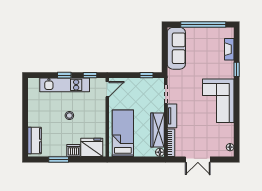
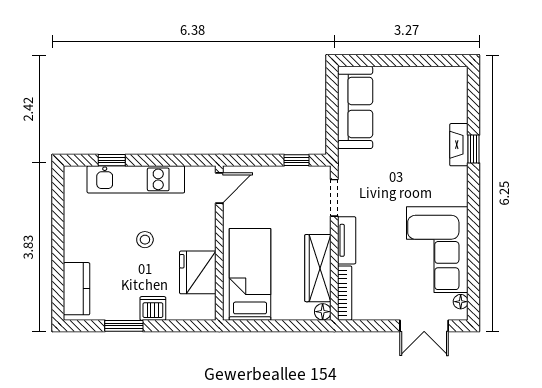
window: (203, 24) -> (408, 61), removed
fireplace: (229, 49) -> (459, 145), moved
window: (64, 75) -> (112, 160), moved
window: (90, 75) -> (185, 160), removed
corner sofa: (218, 101) -> (437, 250), moved
fridge: (92, 147) -> (198, 272), moved, turned -90
double door: (198, 159) -> (424, 326), moved

